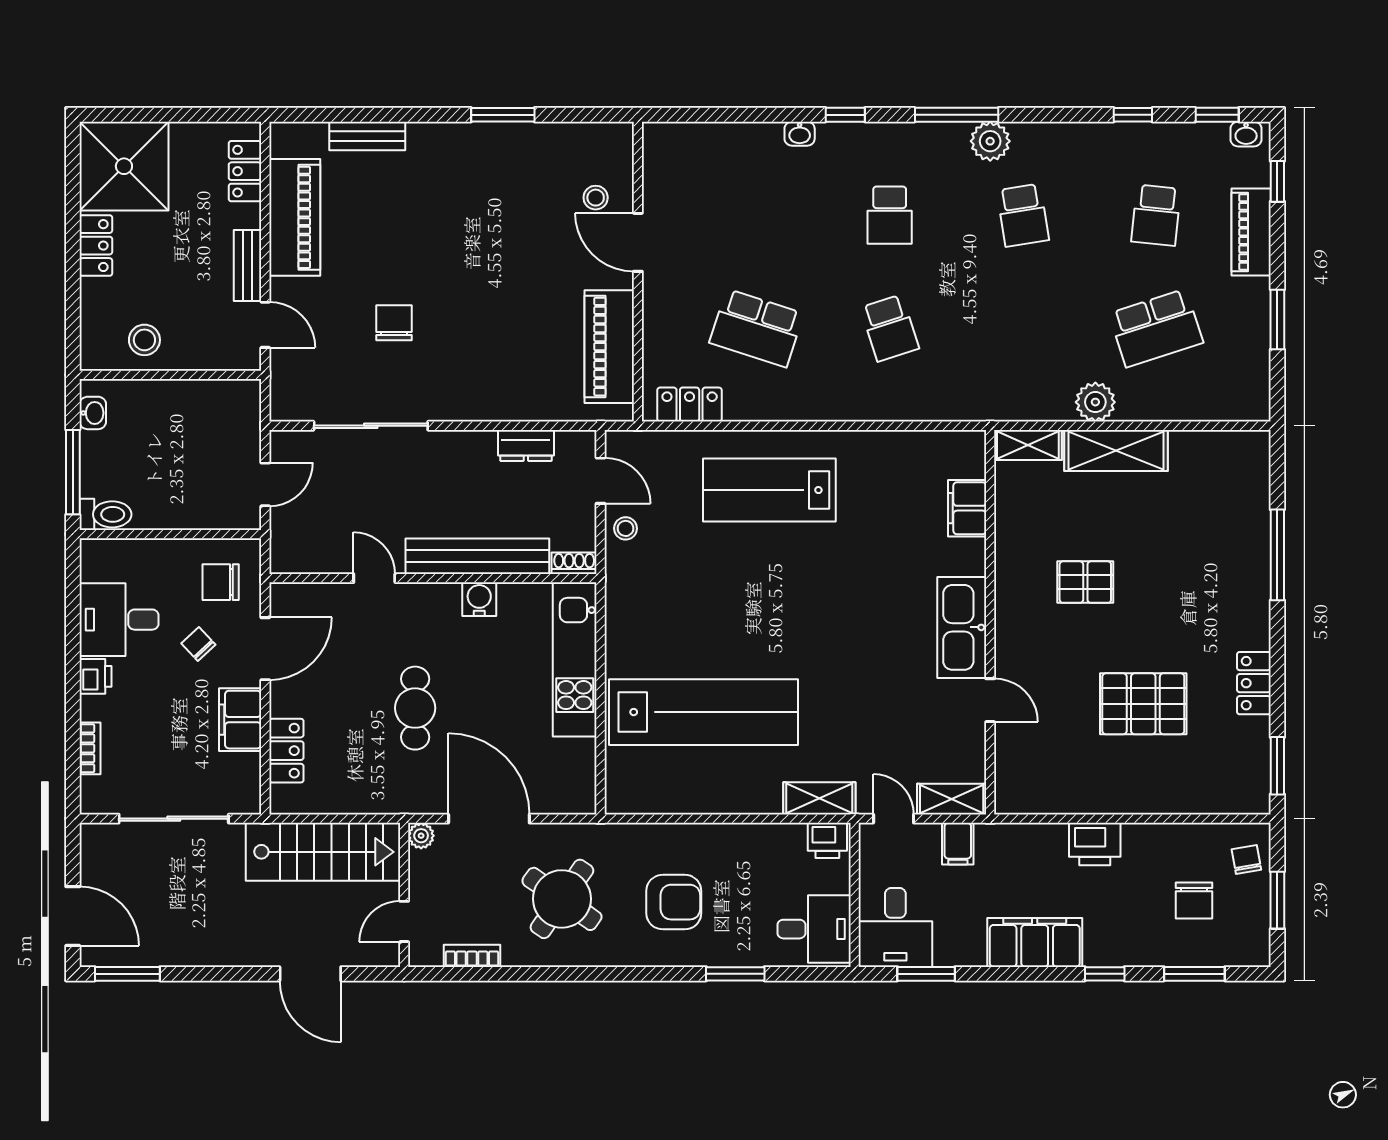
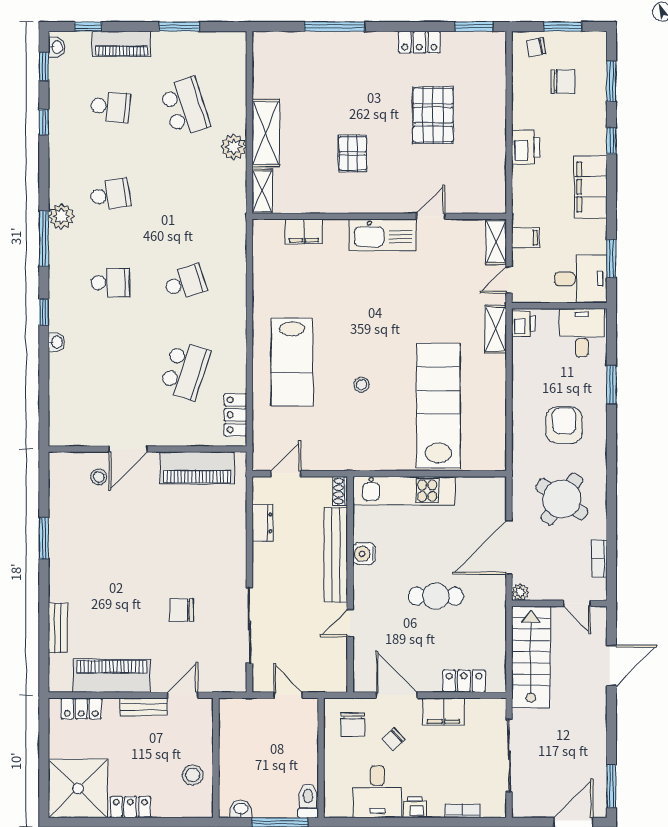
stool: (626, 528) -> (361, 385), moved

